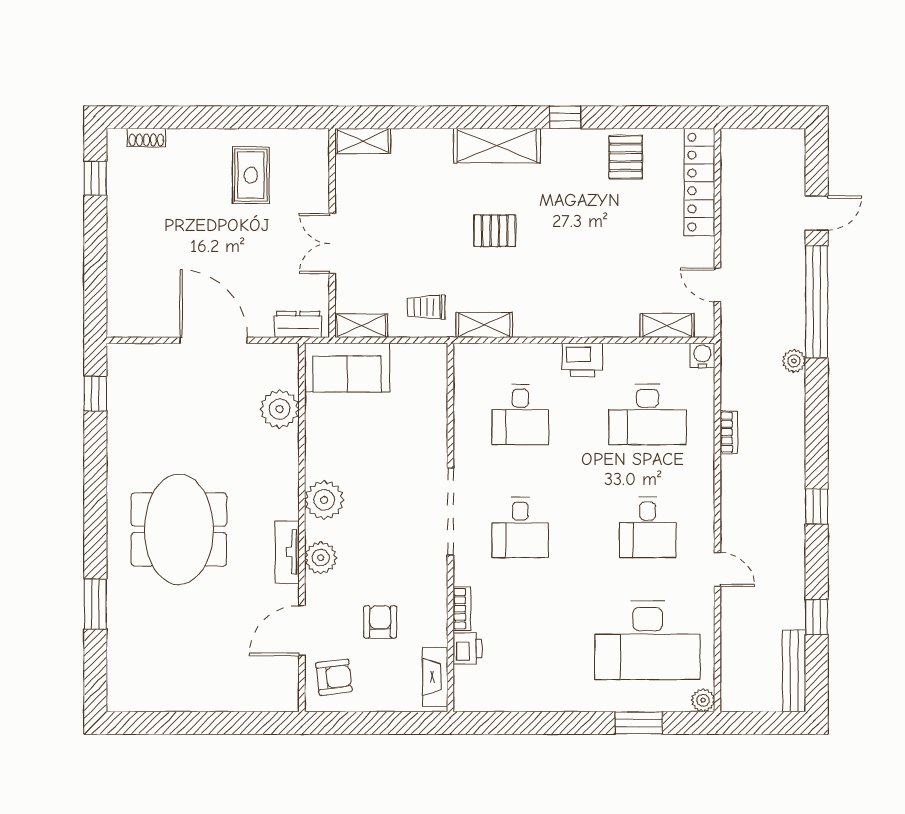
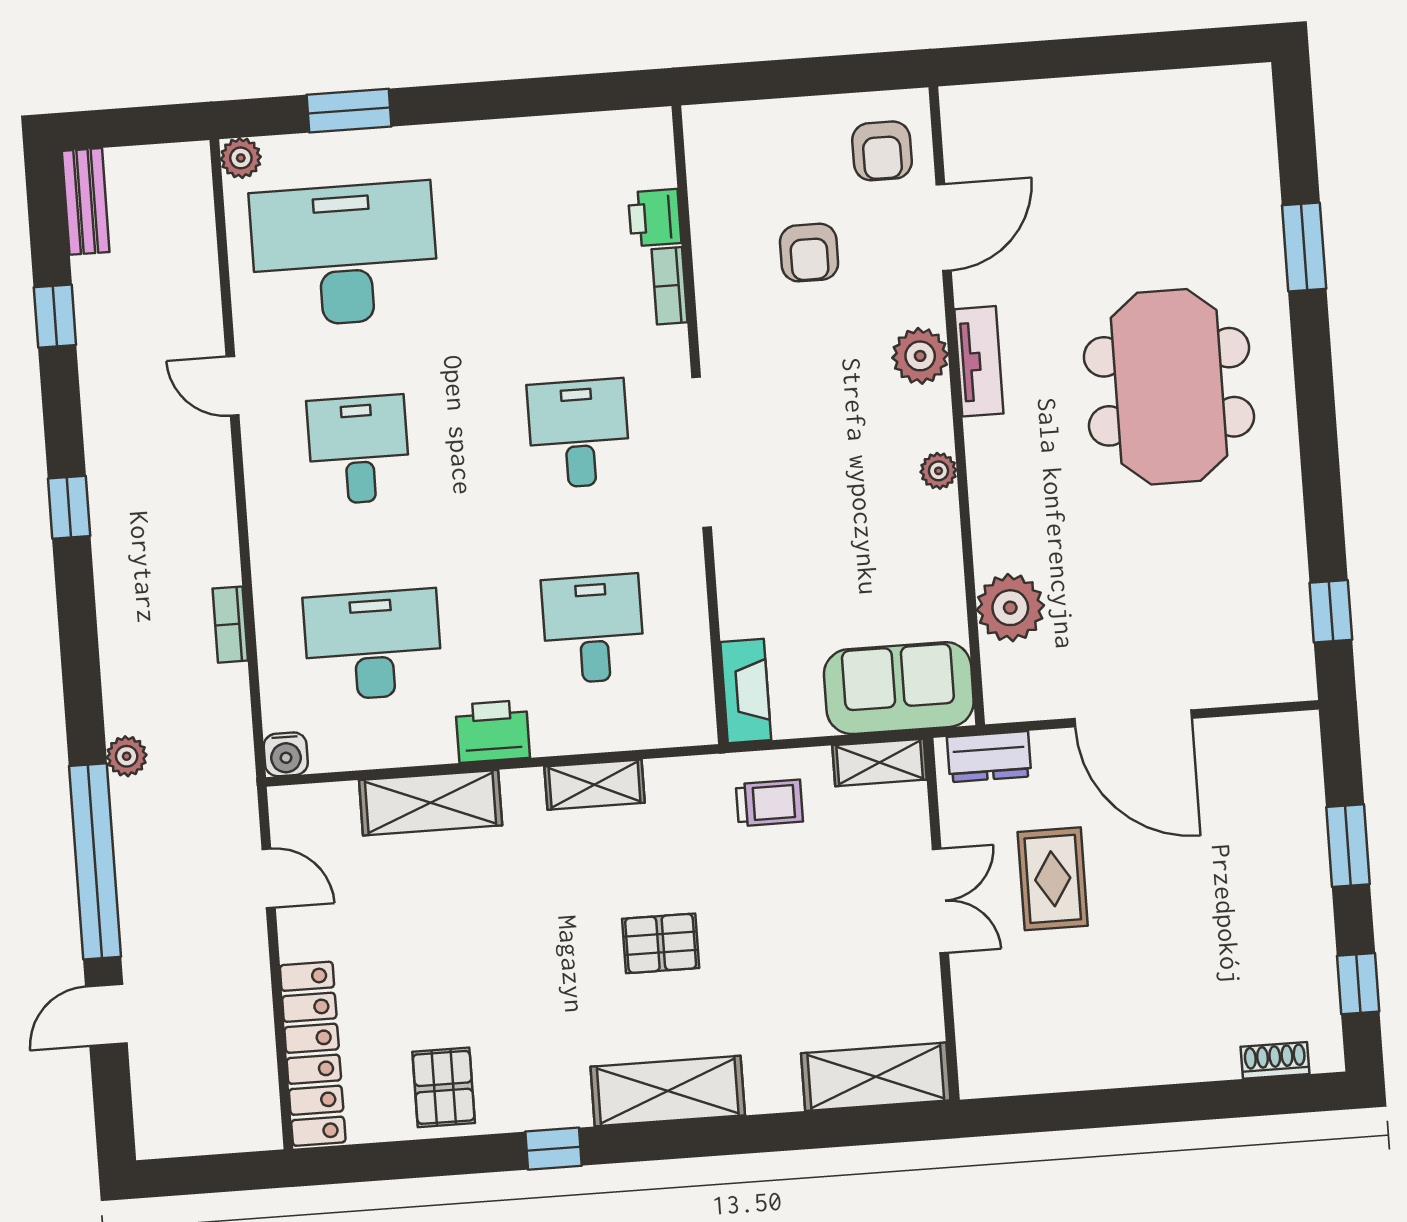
shelving: (363, 141) -> (876, 1077), width x1.50, depth x1.33
rug: (251, 175) -> (1053, 879), moved
window: (95, 258) -> (1348, 846), added
shelving: (484, 325) -> (595, 785), moved
shelving: (667, 325) -> (431, 803), moved, width x1.50, depth x1.33
plant: (324, 500) -> (939, 471), width x0.53, depth x0.53
bench: (794, 671) -> (86, 201), width x0.73
armchair: (334, 677) -> (882, 151), turned -83
fireplace: (435, 677) -> (746, 691), moved

